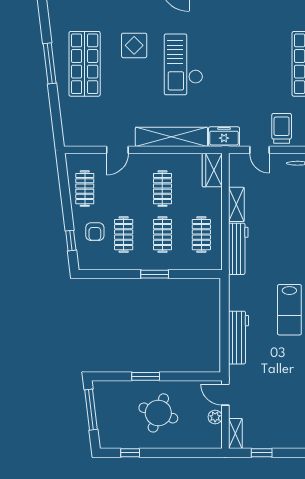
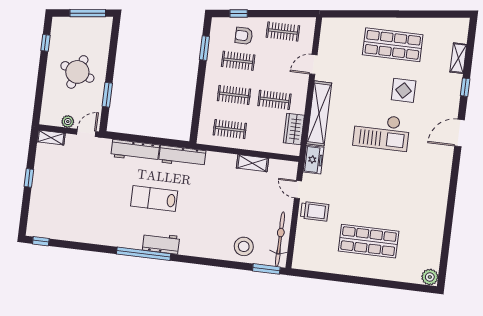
window: (50, 63) -> (397, 14), removed
checkout: (183, 64) -> (381, 132), turned 180
door: (117, 150) -> (313, 64), hinge flipped
door: (260, 150) -> (298, 189), hinge flipped
wardrobe: (212, 170) -> (294, 129), moved, turned -90
workbench: (238, 249) -> (182, 156), moved
window: (155, 274) -> (204, 48), moved
window: (146, 376) -> (107, 95), moved
window: (262, 453) -> (29, 178), moved

